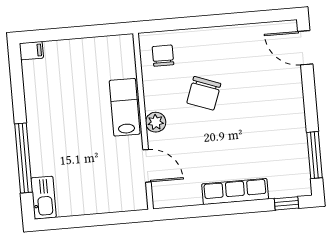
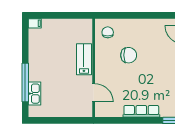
chair: (204, 93) -> (129, 55), turned -110
plant: (156, 122) -> (100, 69), removed
kitchen sink: (44, 198) -> (35, 94), moved

